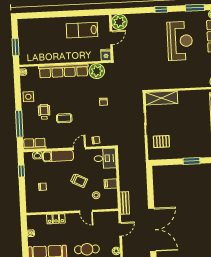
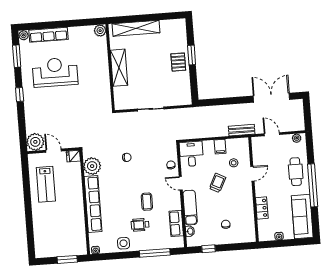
shelving: (161, 98) -> (119, 68), moved
pallet: (161, 142) -> (178, 62), moved
row of seats: (34, 144) -> (176, 223), moved
double door: (152, 230) -> (271, 98), width x0.73

